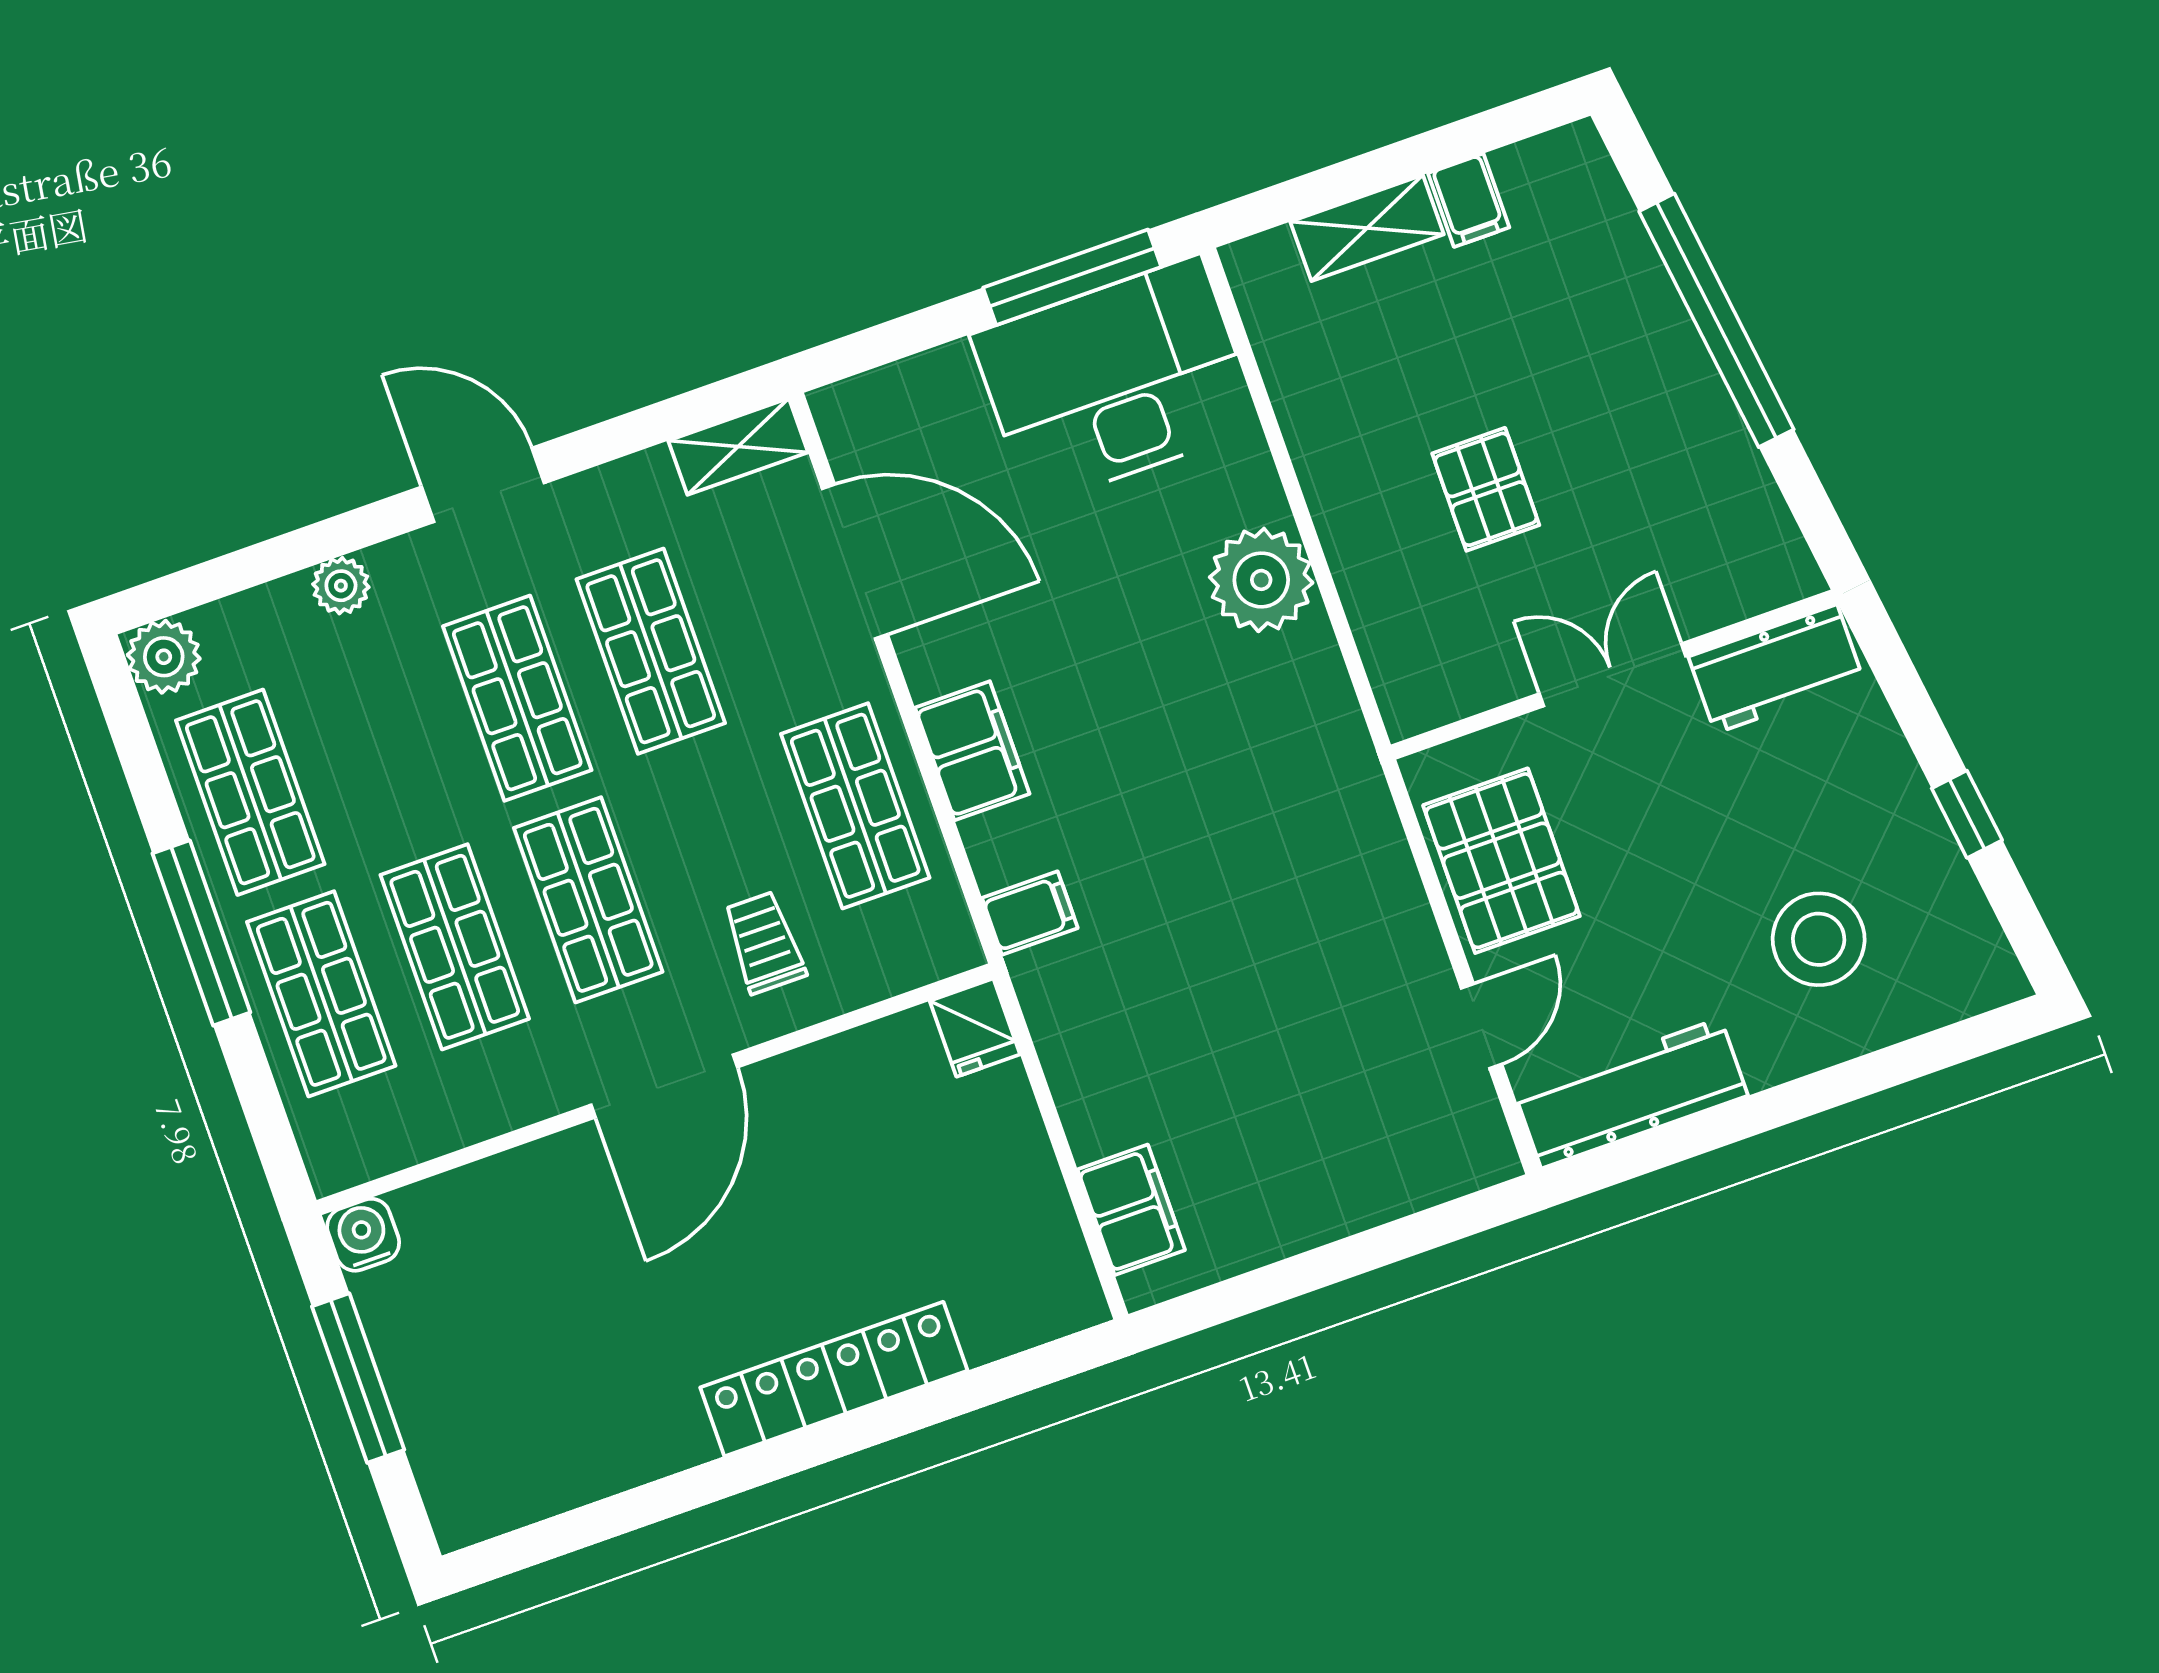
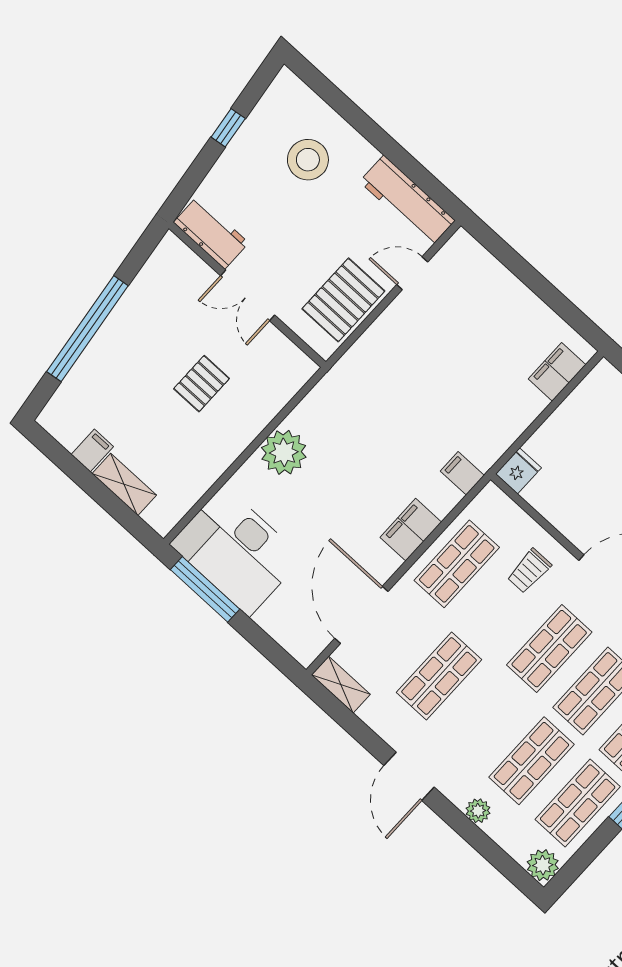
shop shelf: (517, 698) -> (531, 761), moved

